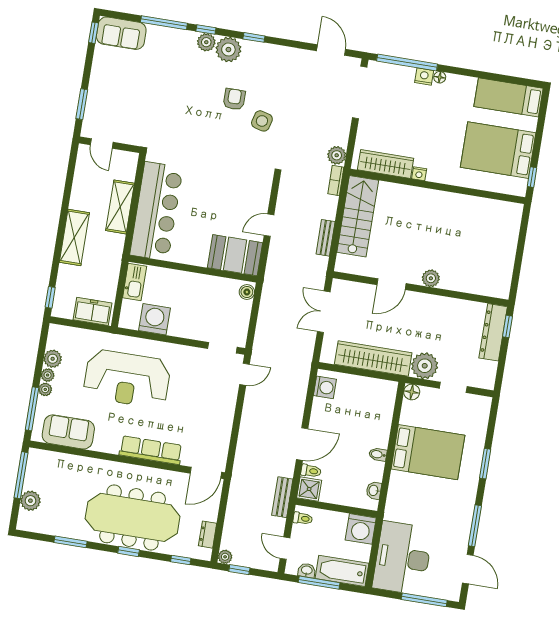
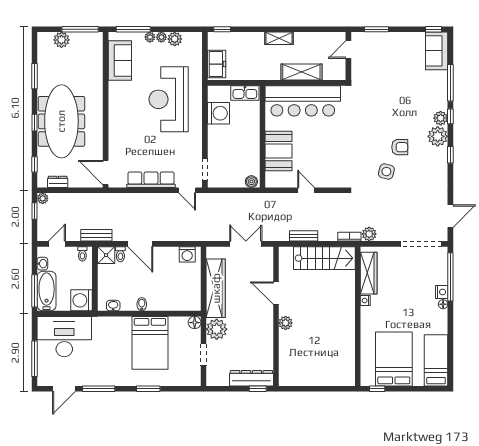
shelving: (74, 237) -> (279, 38), width x0.67, depth x0.75
booth: (235, 255) -> (279, 151), moved
row of seats: (151, 450) -> (151, 180), moved, turned -90
window: (319, 583) -> (35, 291), moved

